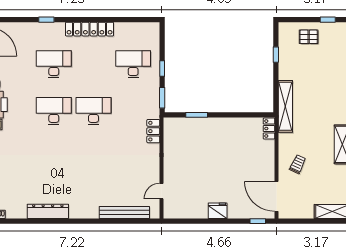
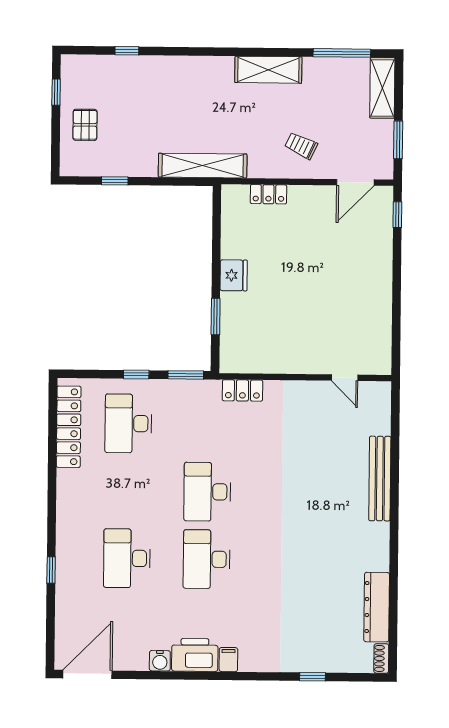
locker: (90, 29) -> (69, 427), moved
locker: (269, 129) -> (268, 194), moved
door: (276, 196) -> (355, 182), width x0.73
dresser: (48, 211) -> (377, 607), moved
fridge: (218, 211) -> (234, 275), moved, turned 180
bench: (124, 213) -> (380, 479), moved
window: (302, 221) -> (398, 140), added

